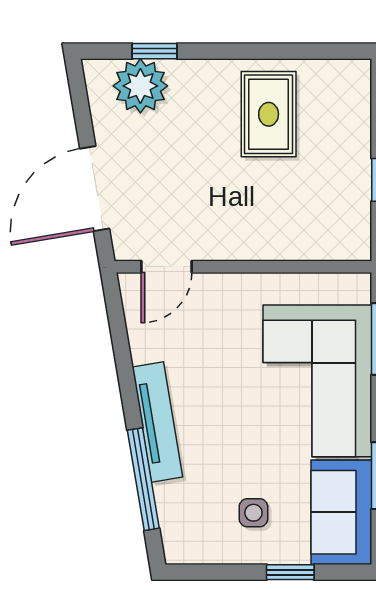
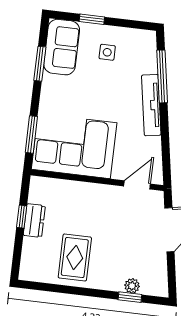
plant: (140, 86) -> (132, 286), width x0.53, depth x0.53
dresser: (354, 175) -> (34, 221), added
corner sofa: (317, 381) -> (74, 146), moved, turned -90

